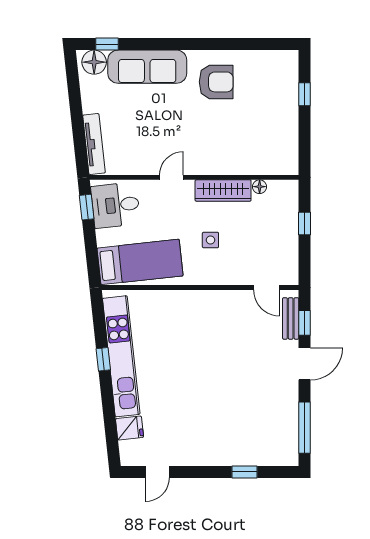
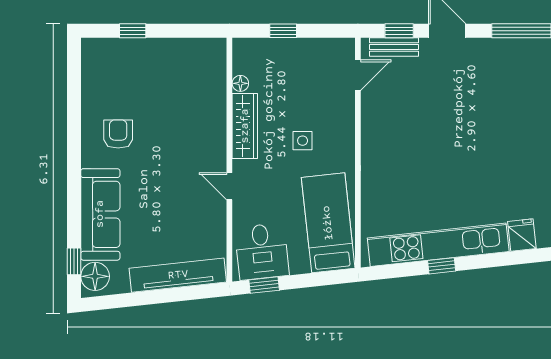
armchair: (216, 82) -> (118, 134), width x0.72, depth x0.72
tv unit: (94, 144) -> (178, 275), width x1.36, depth x1.29

